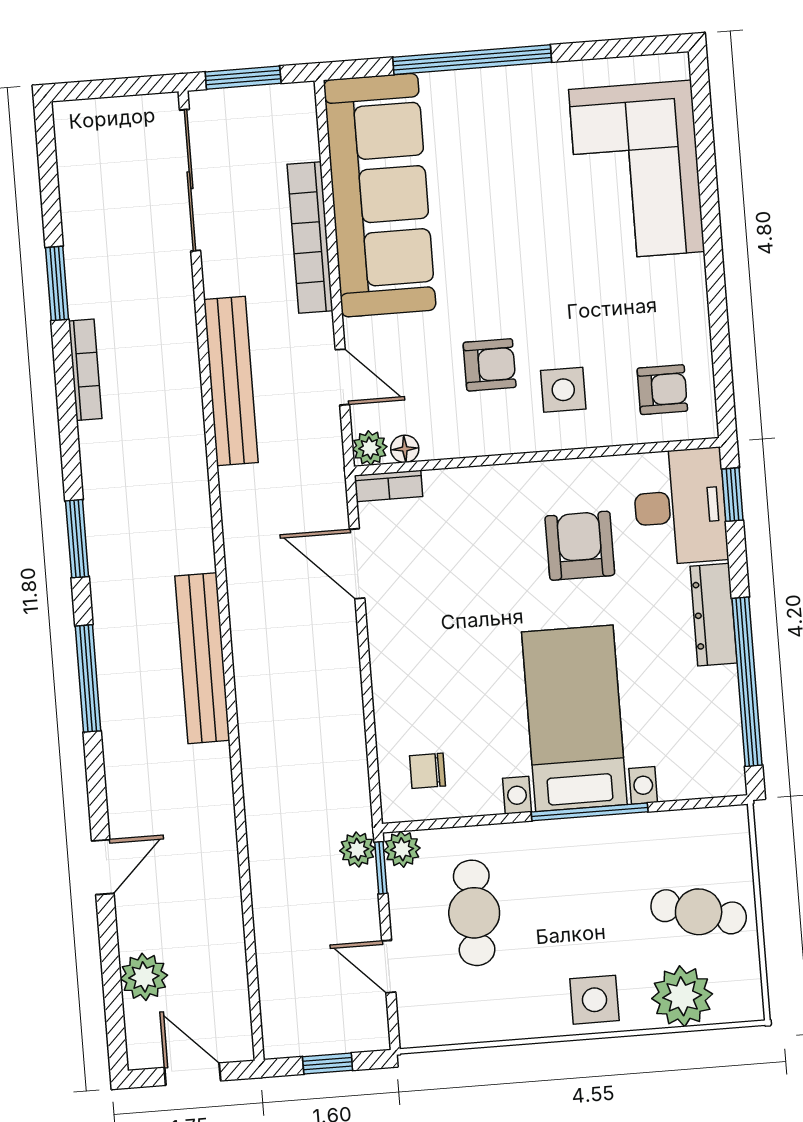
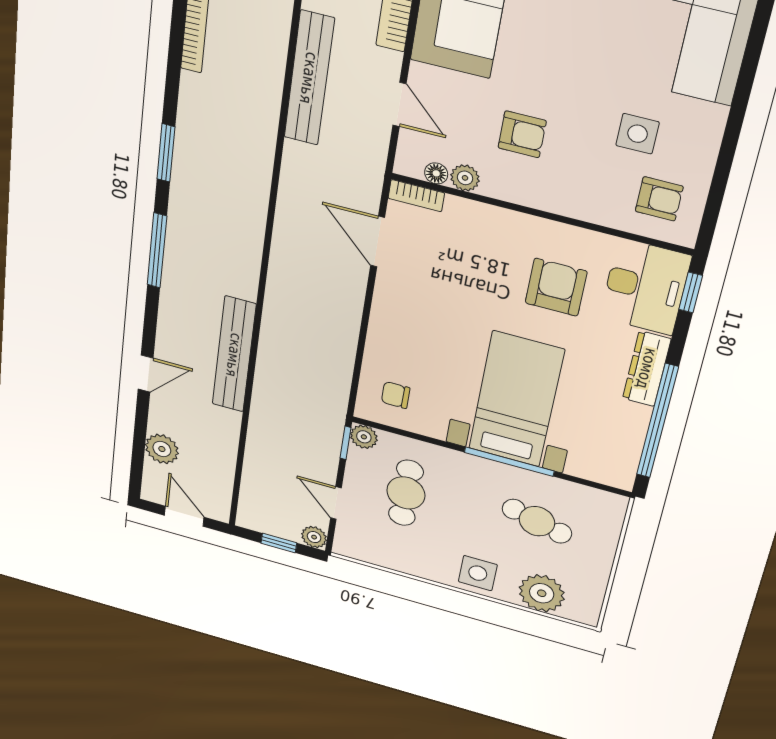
side table: (563, 390) -> (637, 134), moved
plant: (370, 448) -> (465, 178), moved
bench: (202, 658) -> (234, 355), moved
plant: (357, 850) -> (314, 537), moved
cafe table: (699, 912) -> (537, 521), moved

